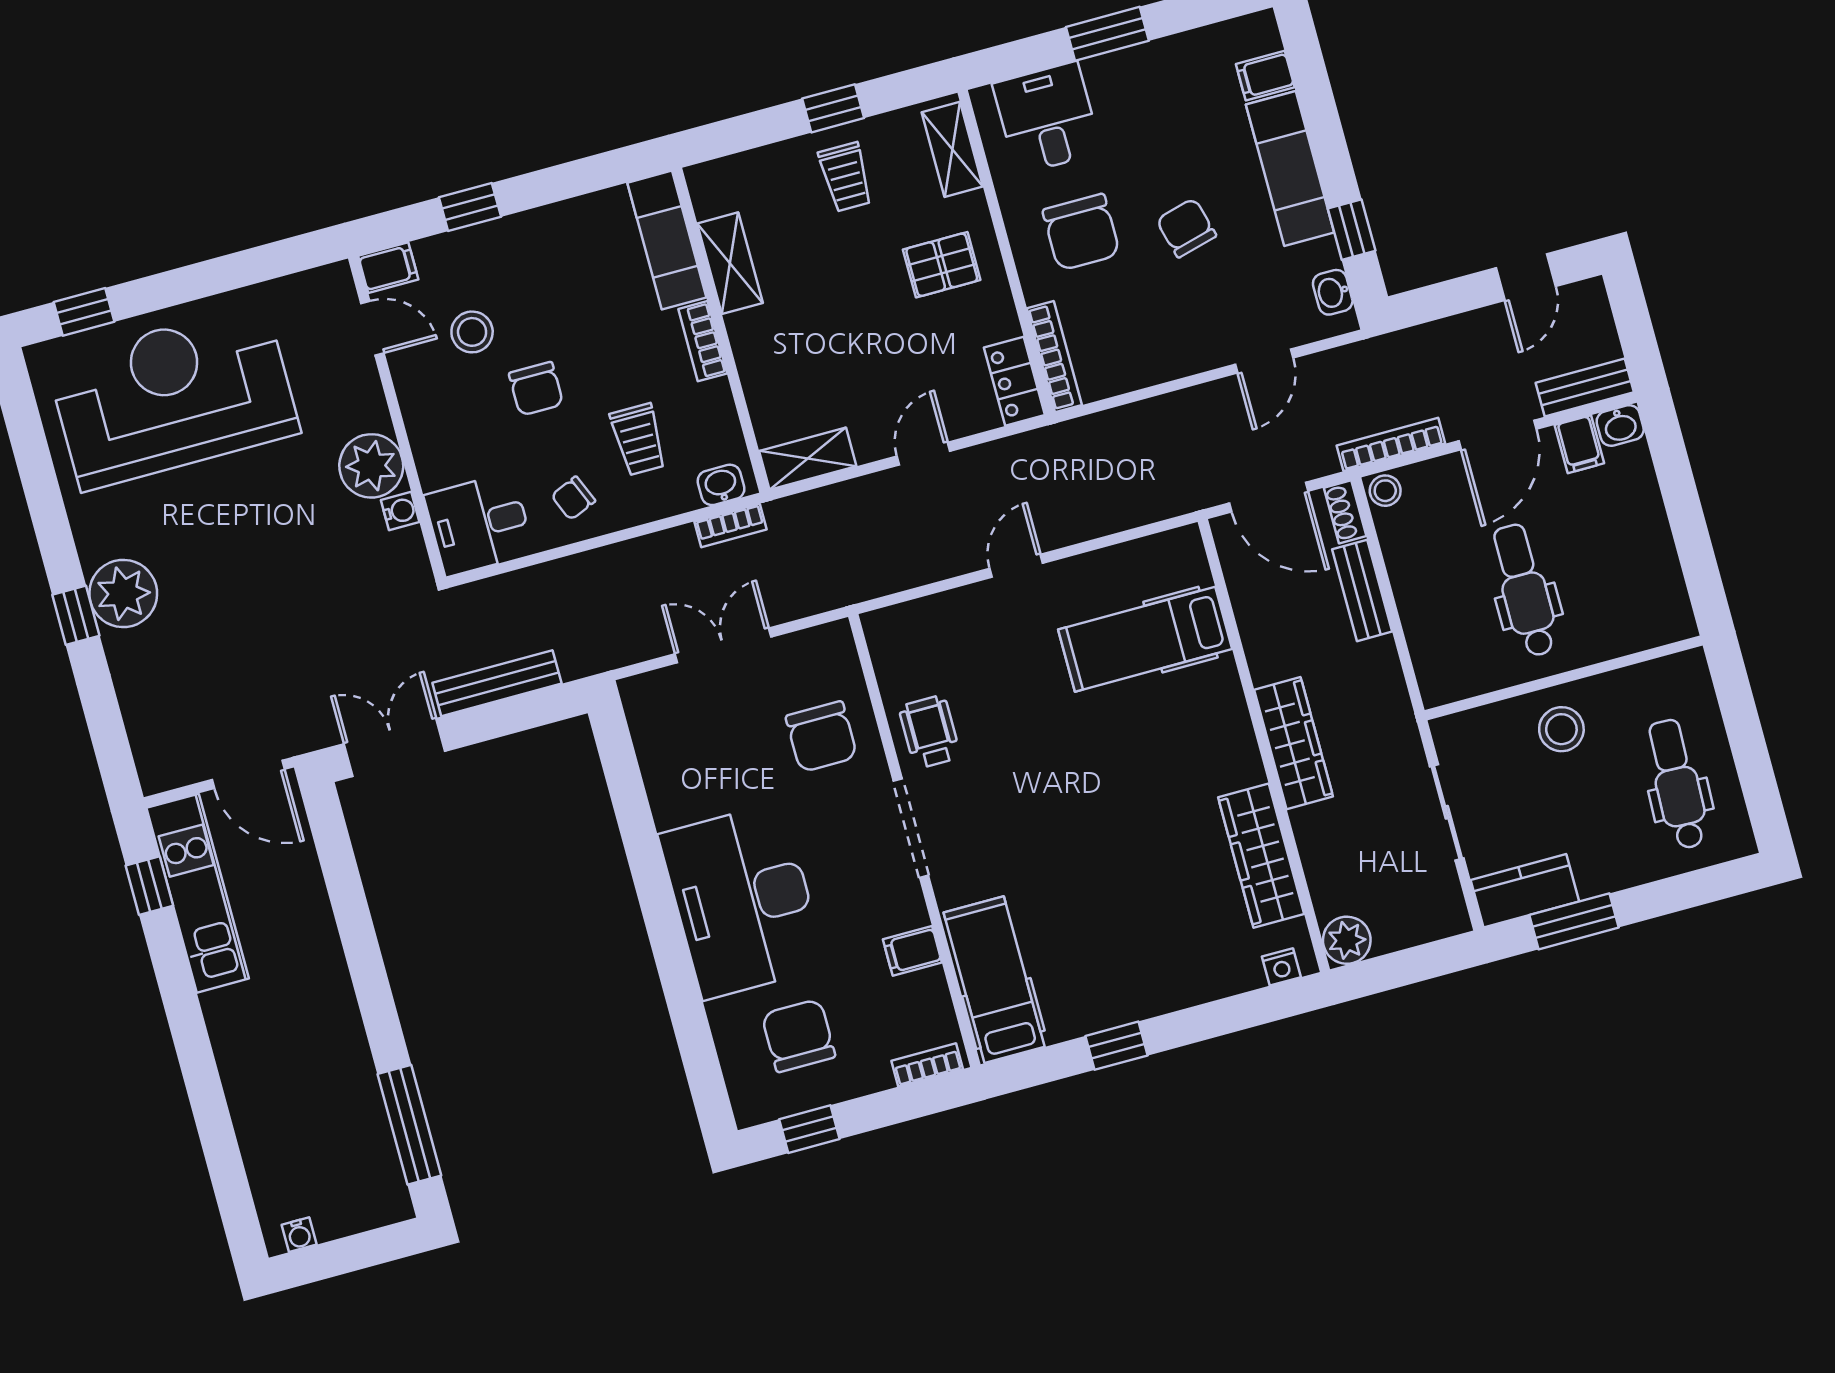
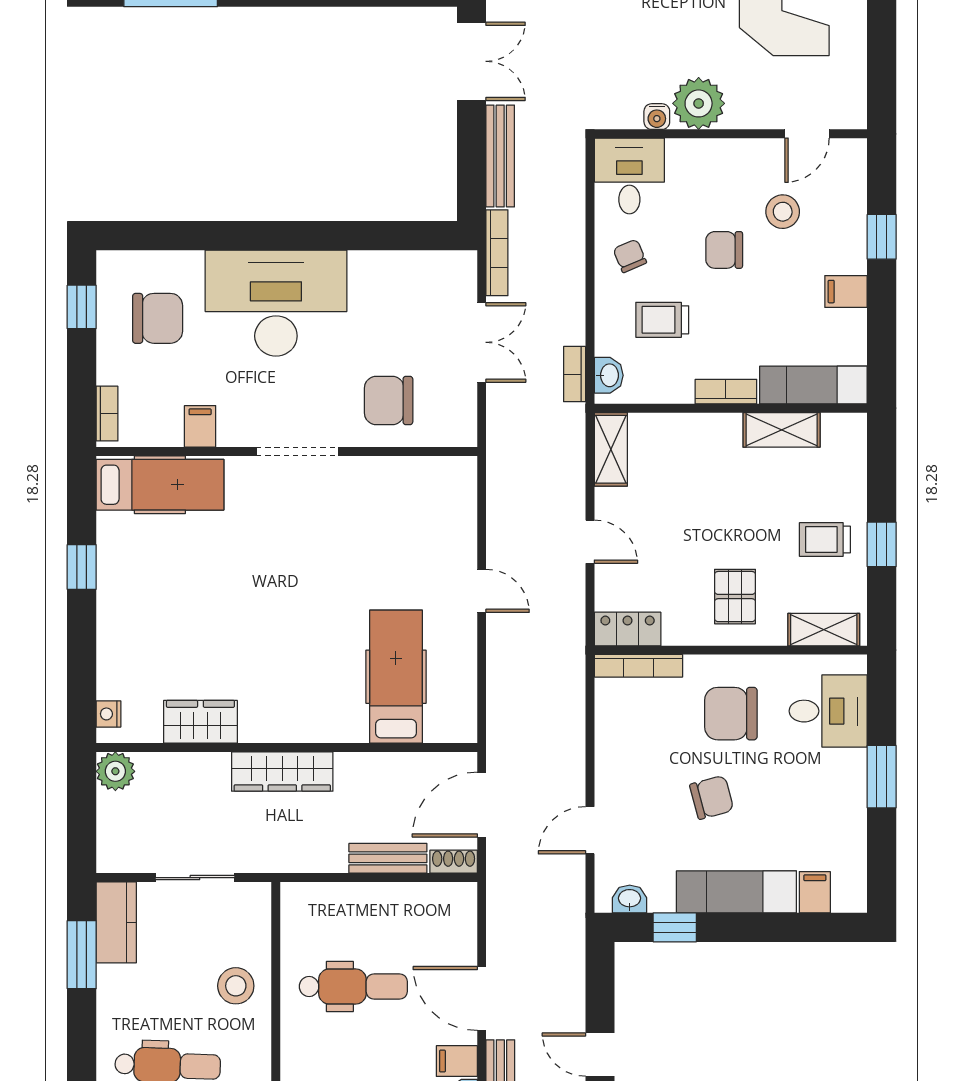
filing cabinet: (388, 268) -> (846, 292), moved, turned 90
door: (1264, 361) -> (590, 830), hinge flipped
bookcase: (1391, 444) -> (497, 253), moved
stool: (1385, 491) -> (462, 898), removed
wheelchair: (930, 732) -> (369, 487), removed
wardrobe: (1261, 856) -> (200, 722), width x0.67

